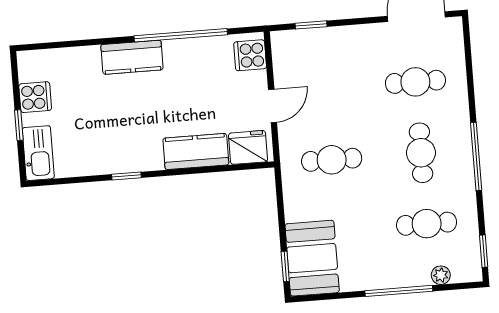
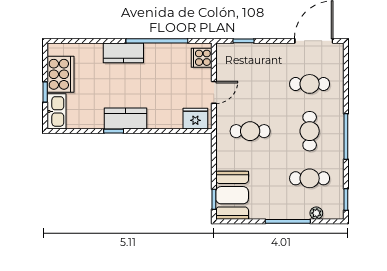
cooker: (35, 97) -> (60, 74), width x1.87, depth x1.31
kitchen counter: (196, 151) -> (125, 119), moved

